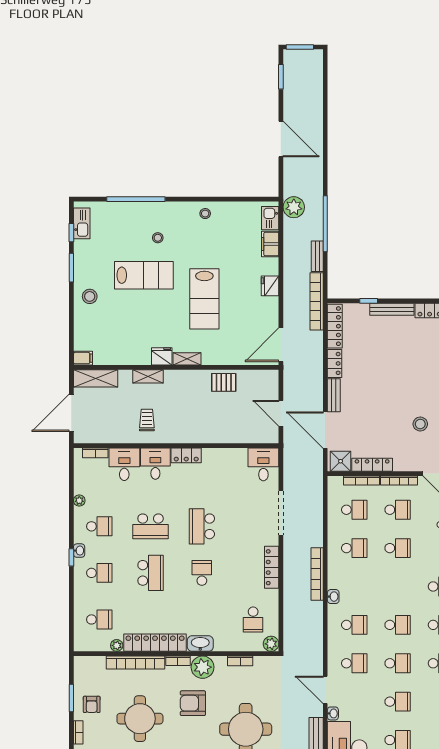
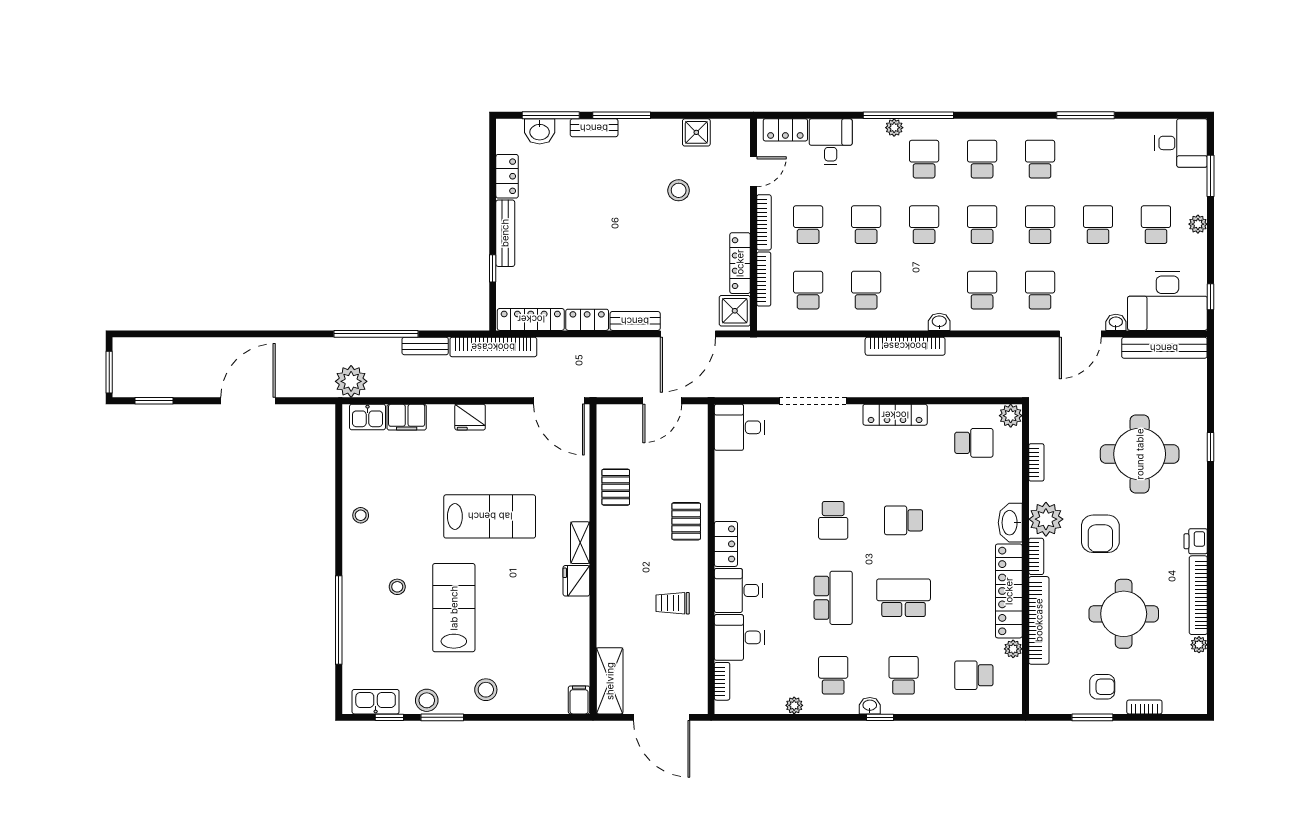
stool: (83, 257) -> (427, 700), added
shelving: (148, 376) -> (607, 601), removed
pallet: (201, 429) -> (686, 521), added
school desk: (202, 526) -> (833, 520), width x0.54
school desk: (398, 586) -> (924, 225), added
school desk: (99, 619) -> (974, 675), turned -90

